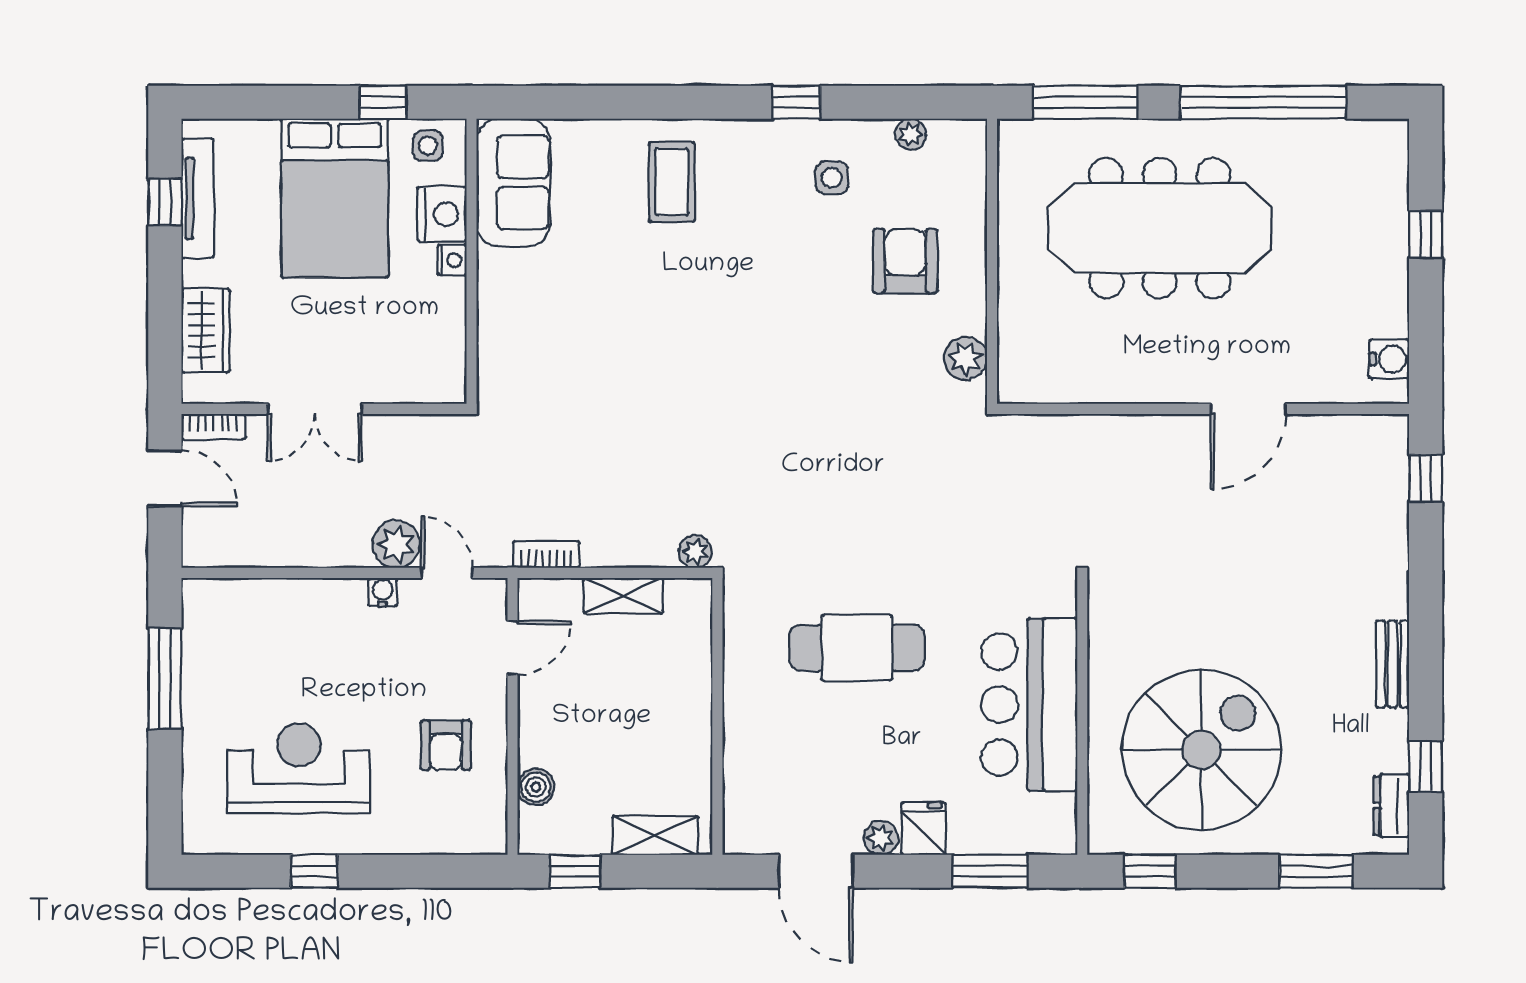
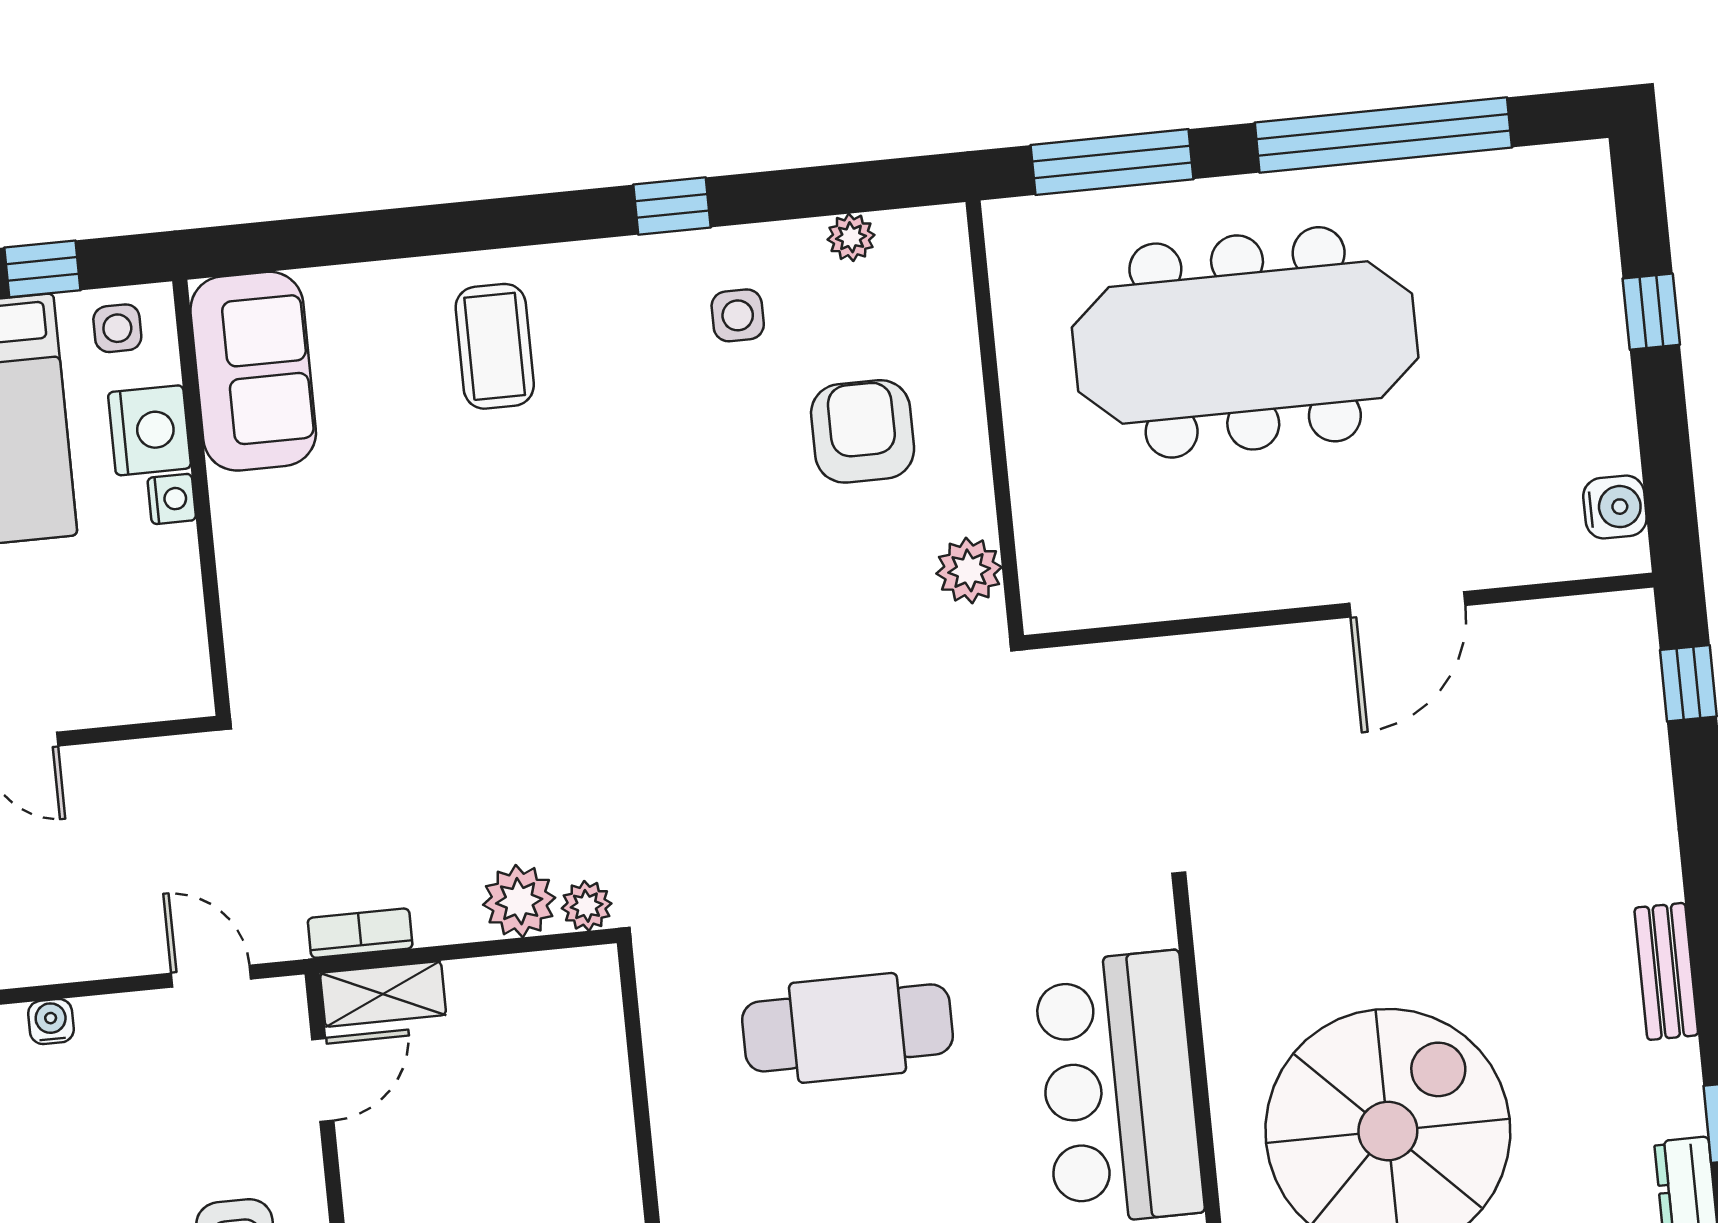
plant: (396, 544) -> (519, 901), moved
water cooler: (382, 592) -> (51, 1022), moved
shelving: (623, 596) -> (383, 994), moved

